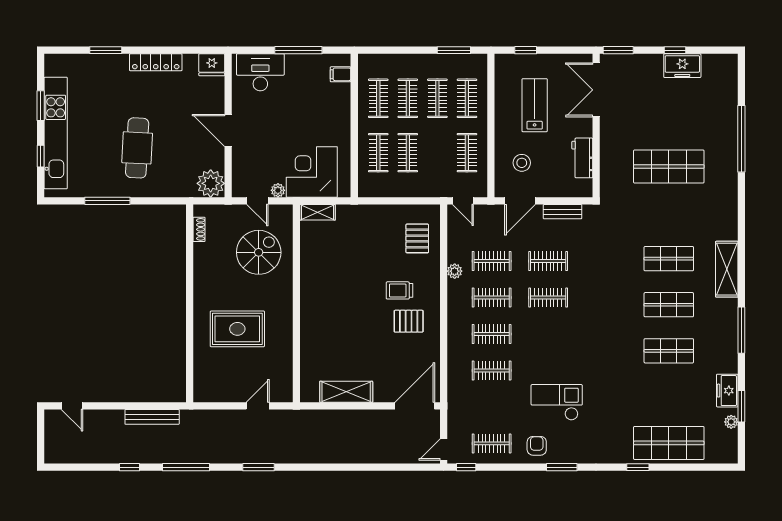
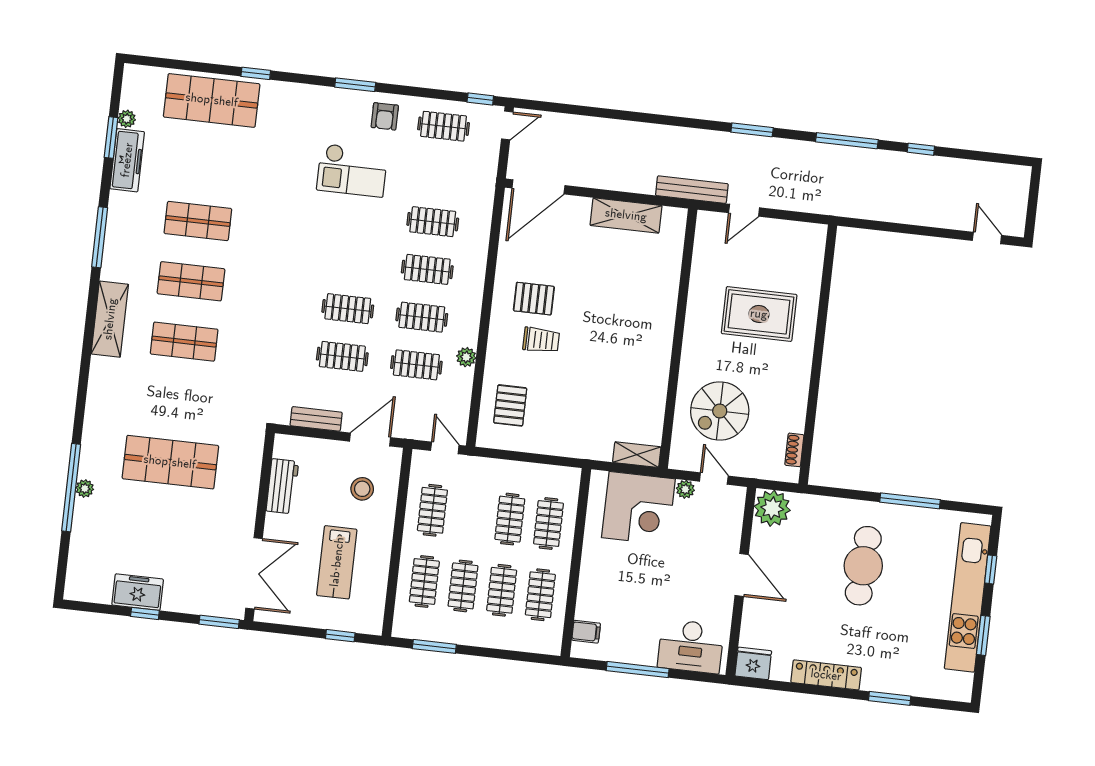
plant: (731, 139) -> (85, 488), added
freezer: (727, 391) -> (127, 160), width x1.40
bench: (152, 417) -> (692, 190), moved

